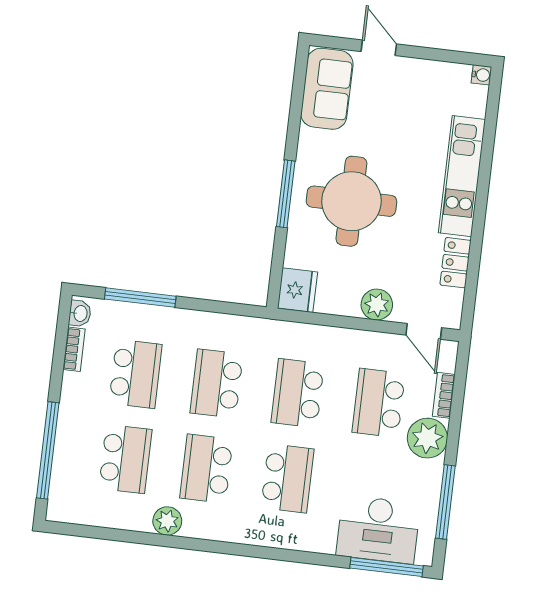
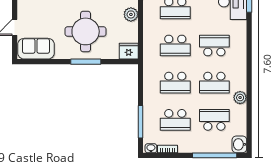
school desk: (136, 374) -> (175, 120), turned 180
washbasin: (65, 507) -> (239, 144), added

